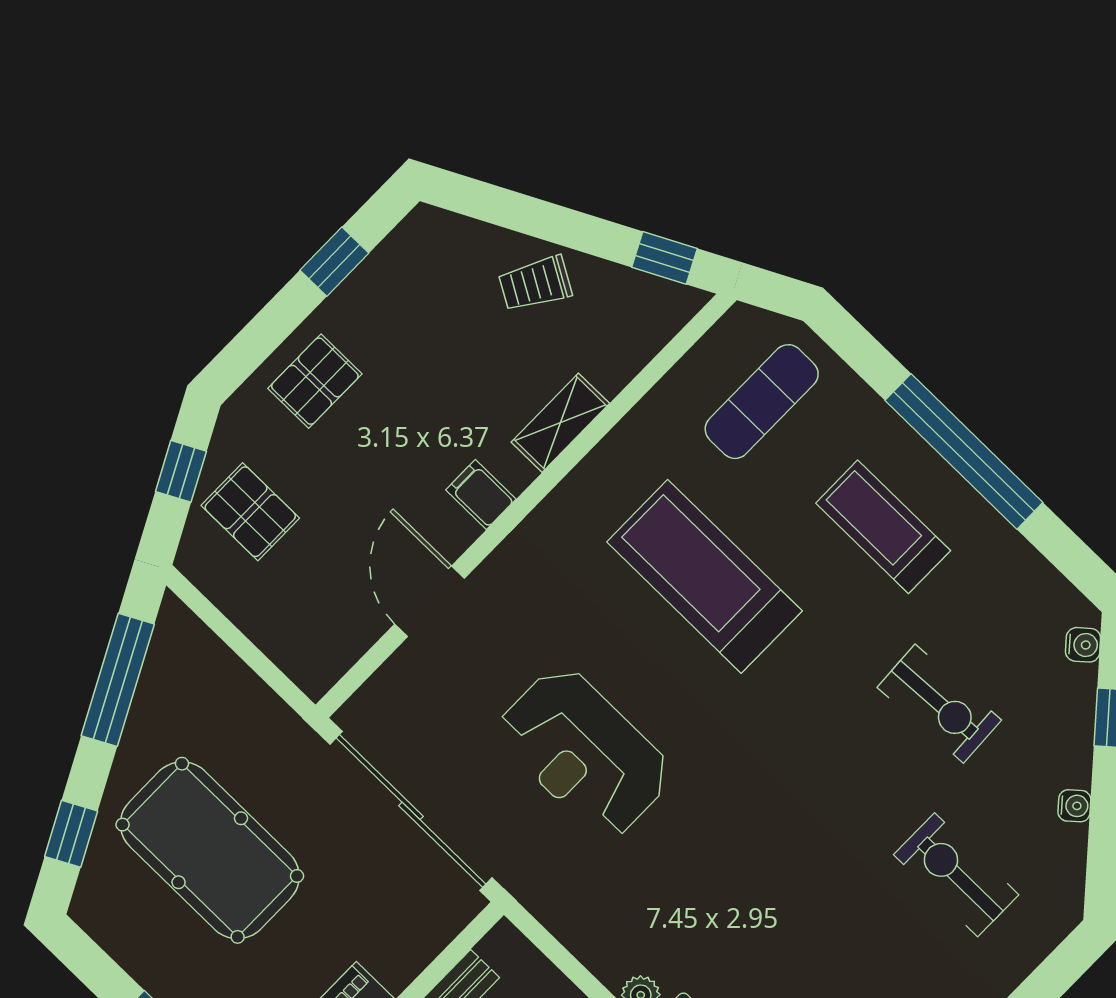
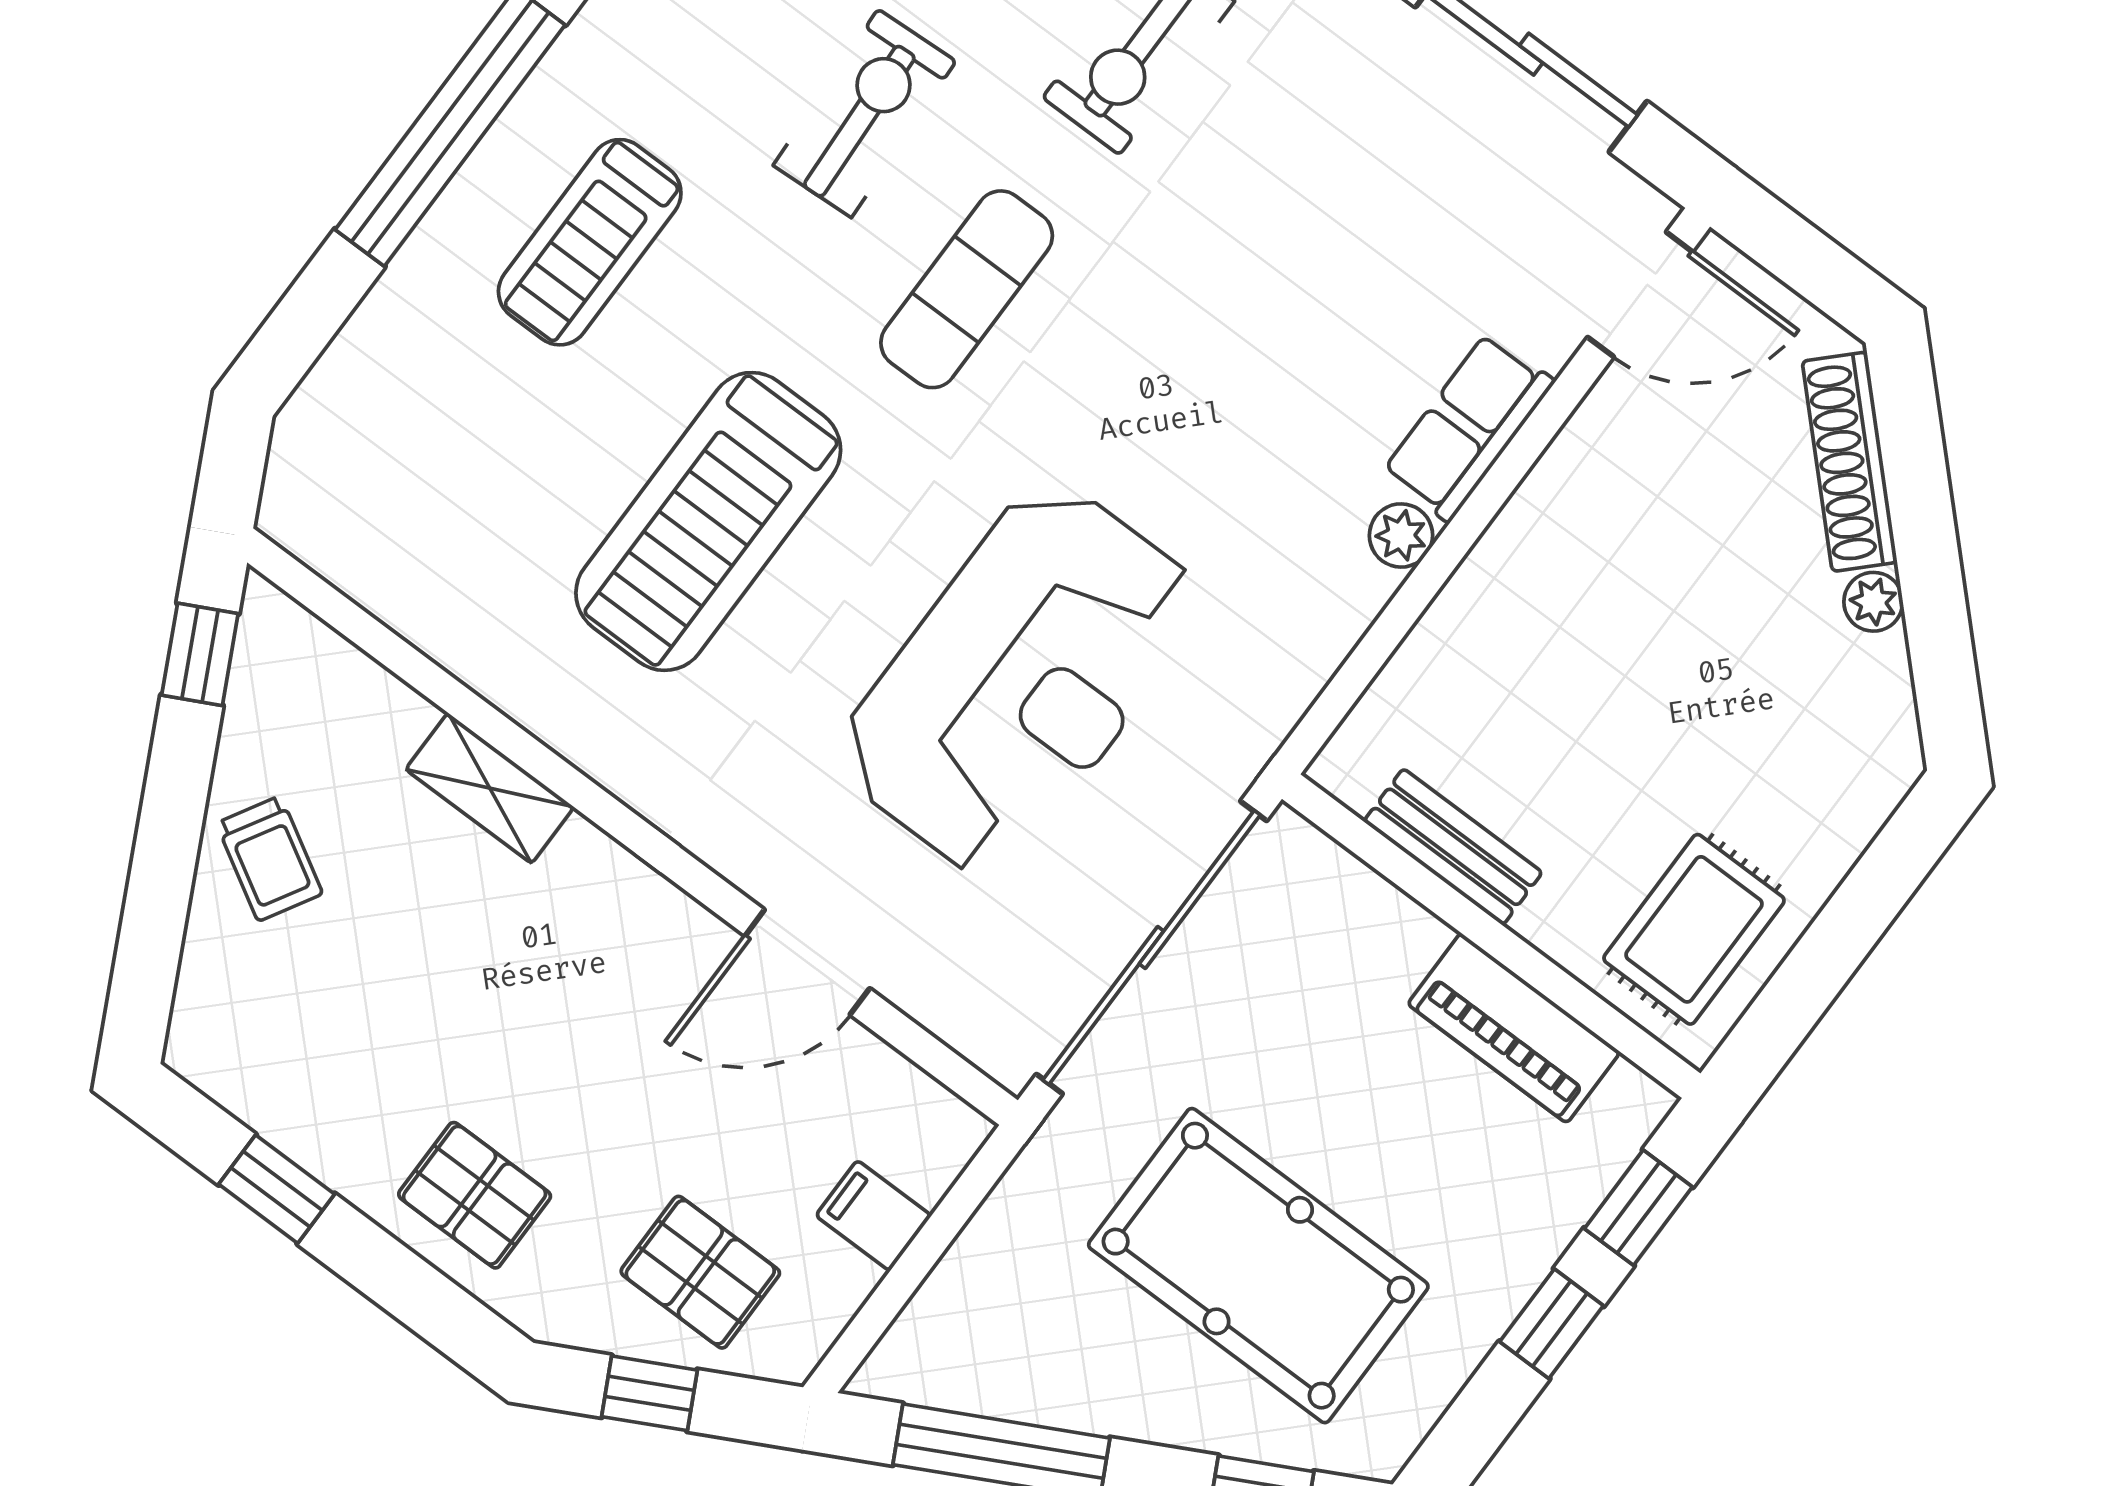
exercise mat: (762, 402) -> (967, 289), moved, turned 90
filing cabinet: (481, 494) -> (873, 1216), moved, turned 90
pallet: (250, 512) -> (700, 1272), turned 90
reception desk: (584, 752) -> (1020, 679), width x1.36, depth x1.30
pool table: (210, 850) -> (1258, 1266), turned 90

